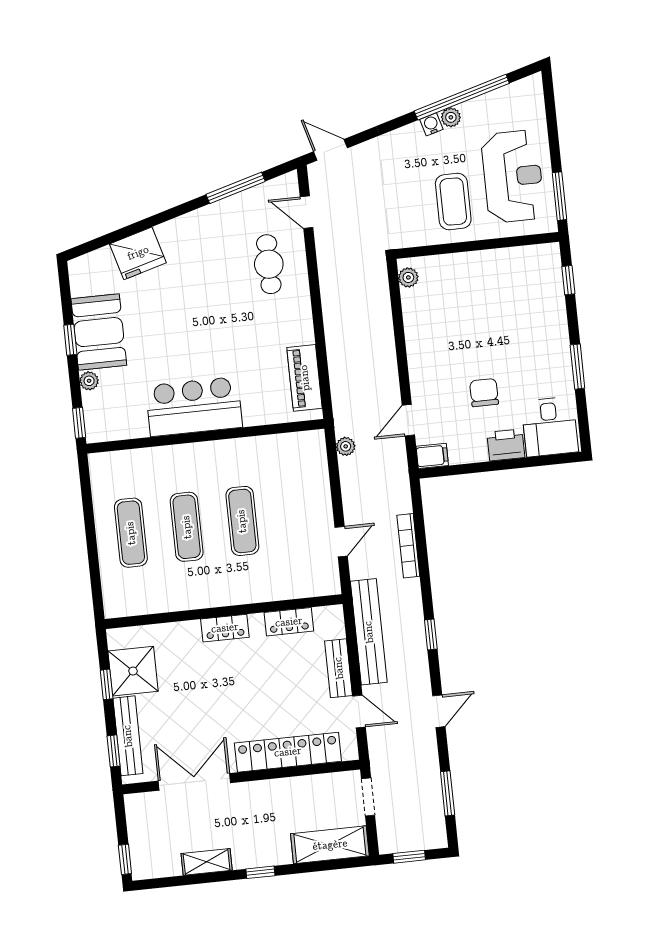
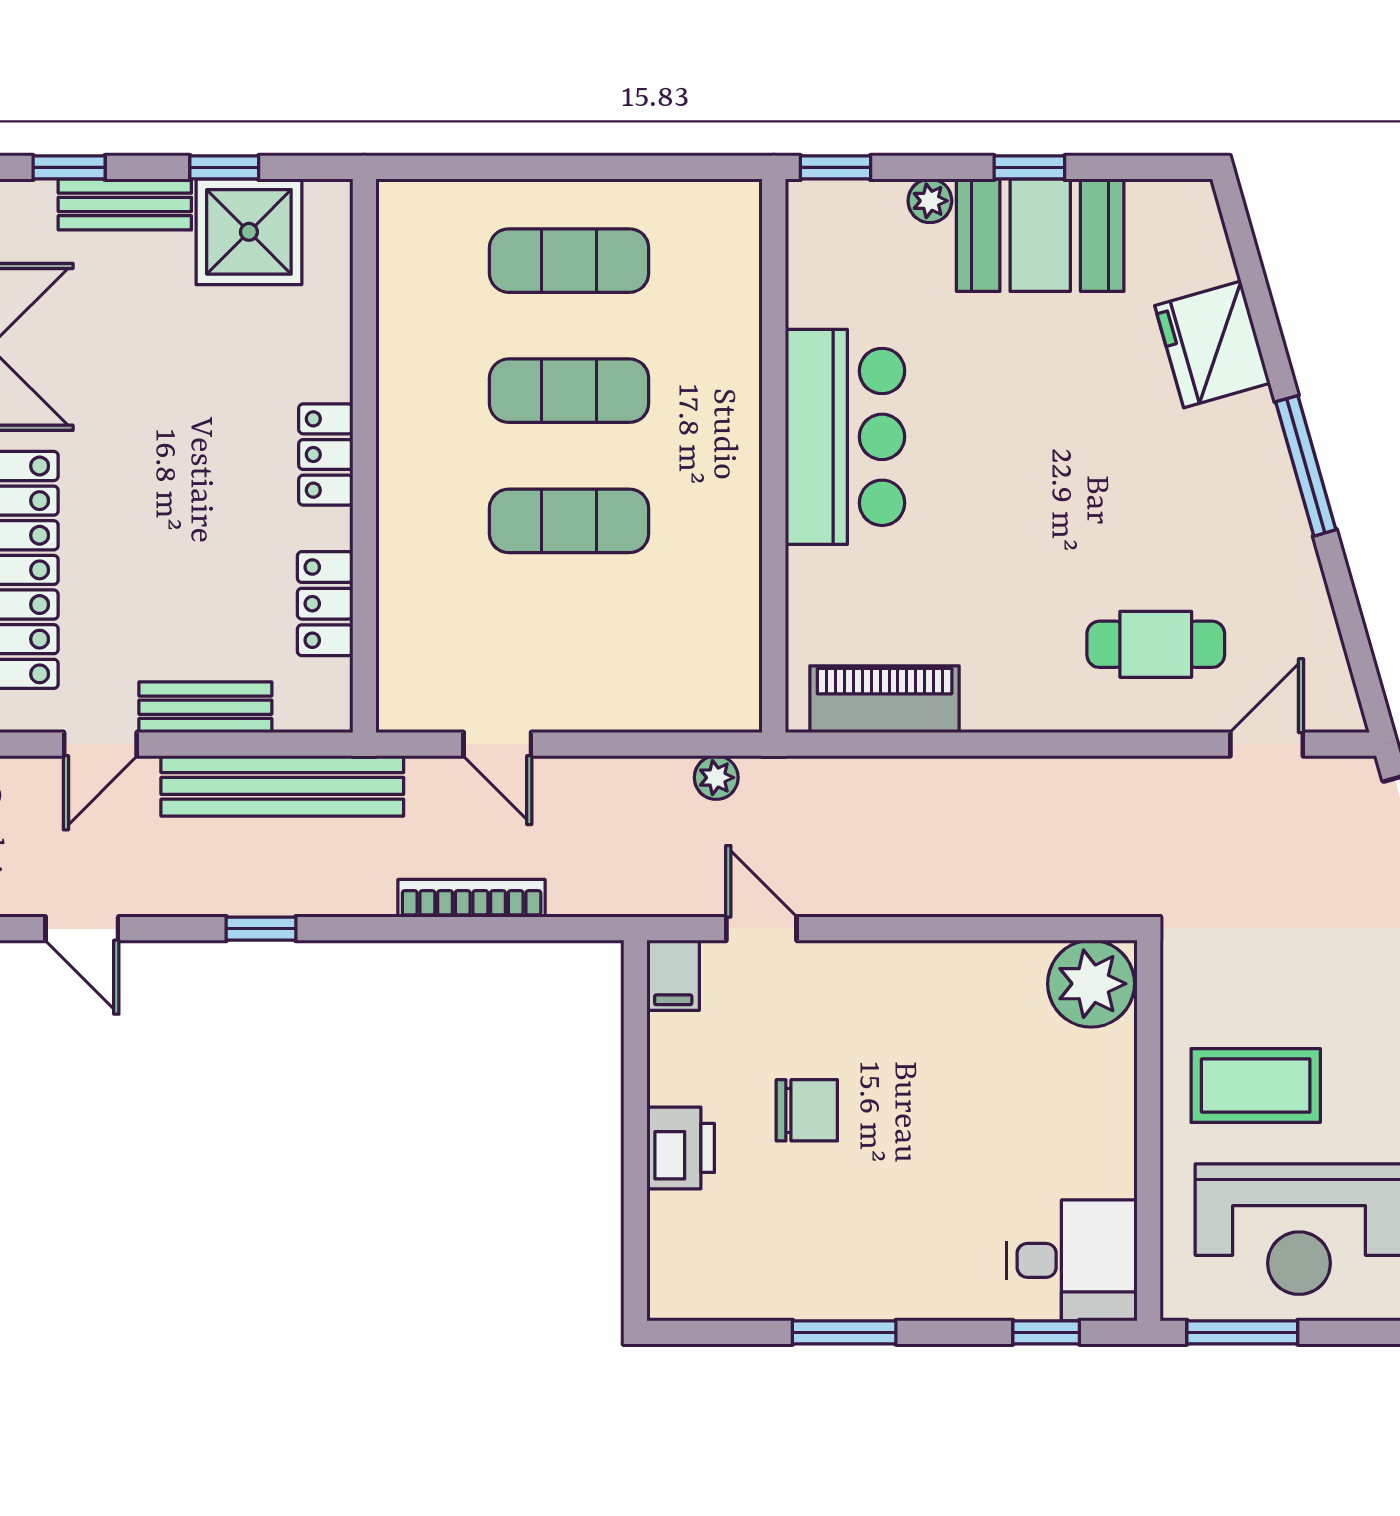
window: (236, 188) -> (1306, 466), moved
plant: (408, 277) -> (1091, 984), width x1.87, depth x1.87
desk: (550, 427) -> (1072, 1260), moved, turned 180
bench: (128, 736) -> (125, 204), width x0.73

